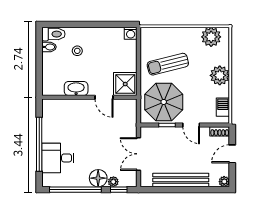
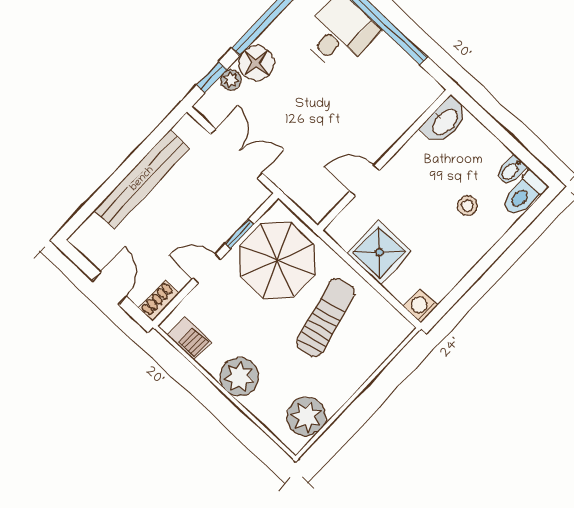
shower: (125, 84) -> (379, 252), moved
washbasin: (76, 88) -> (445, 121), moved
plant: (224, 182) -> (81, 239), removed

